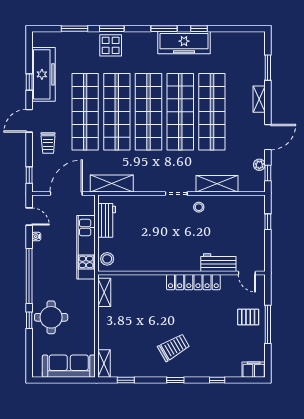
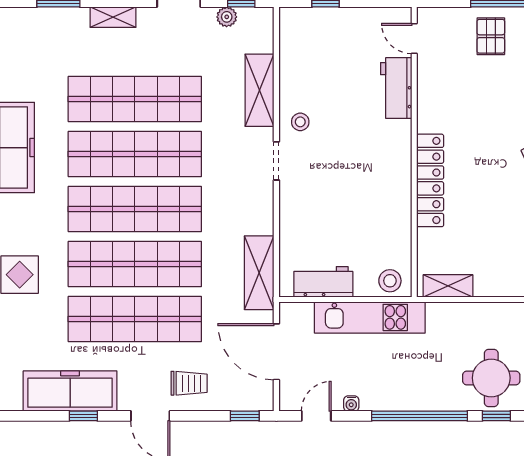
door: (247, 273) -> (414, 38), swing flipped
locker: (193, 282) -> (430, 180), moved

